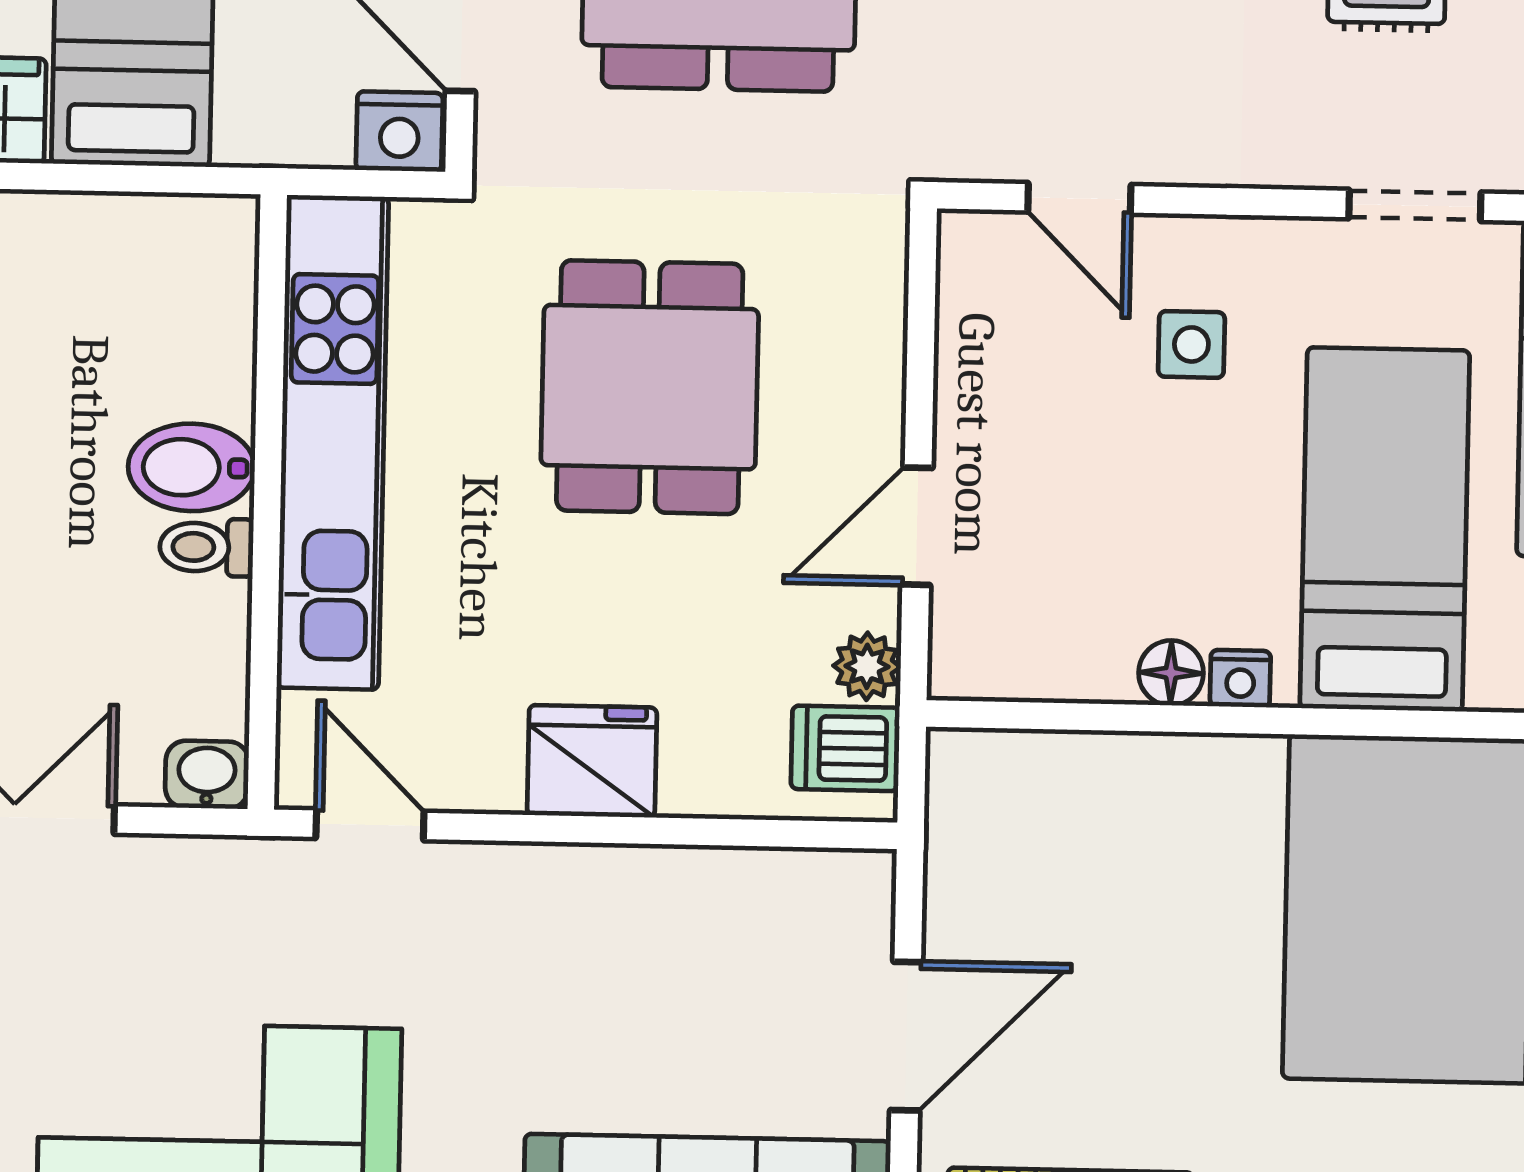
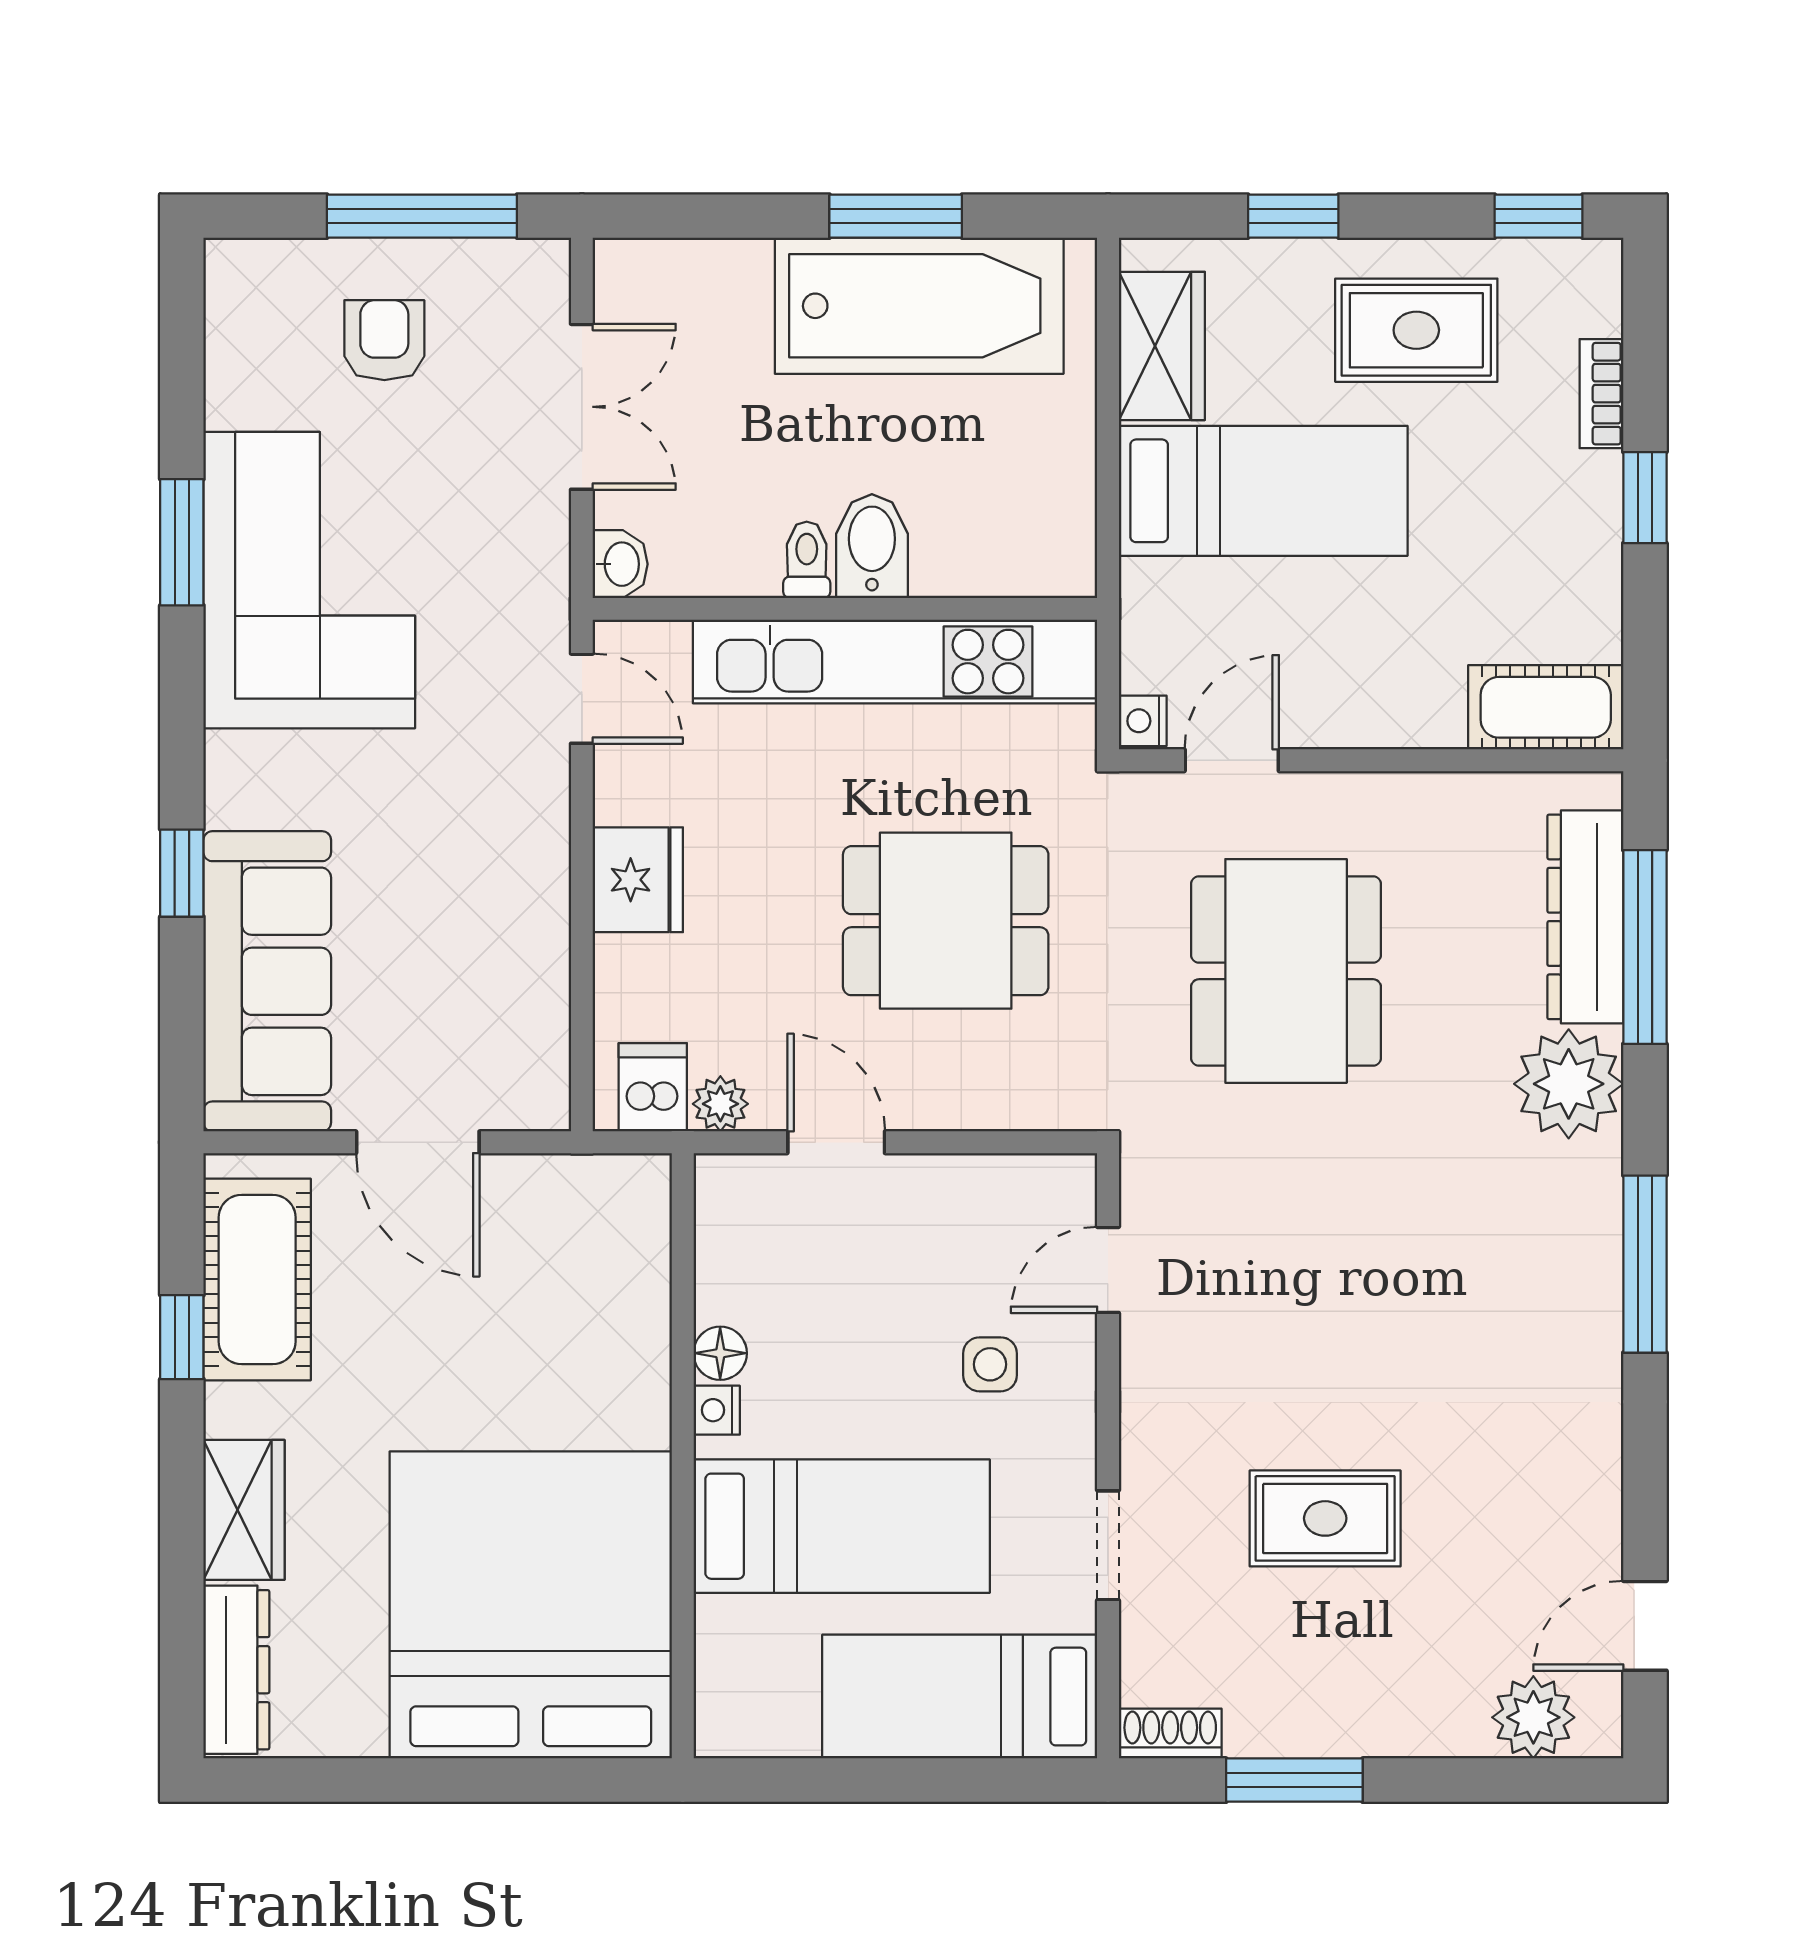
nightstand: (399, 132) -> (1143, 721), width x0.72, depth x0.74
door: (370, 825) -> (582, 699), hinge flipped

